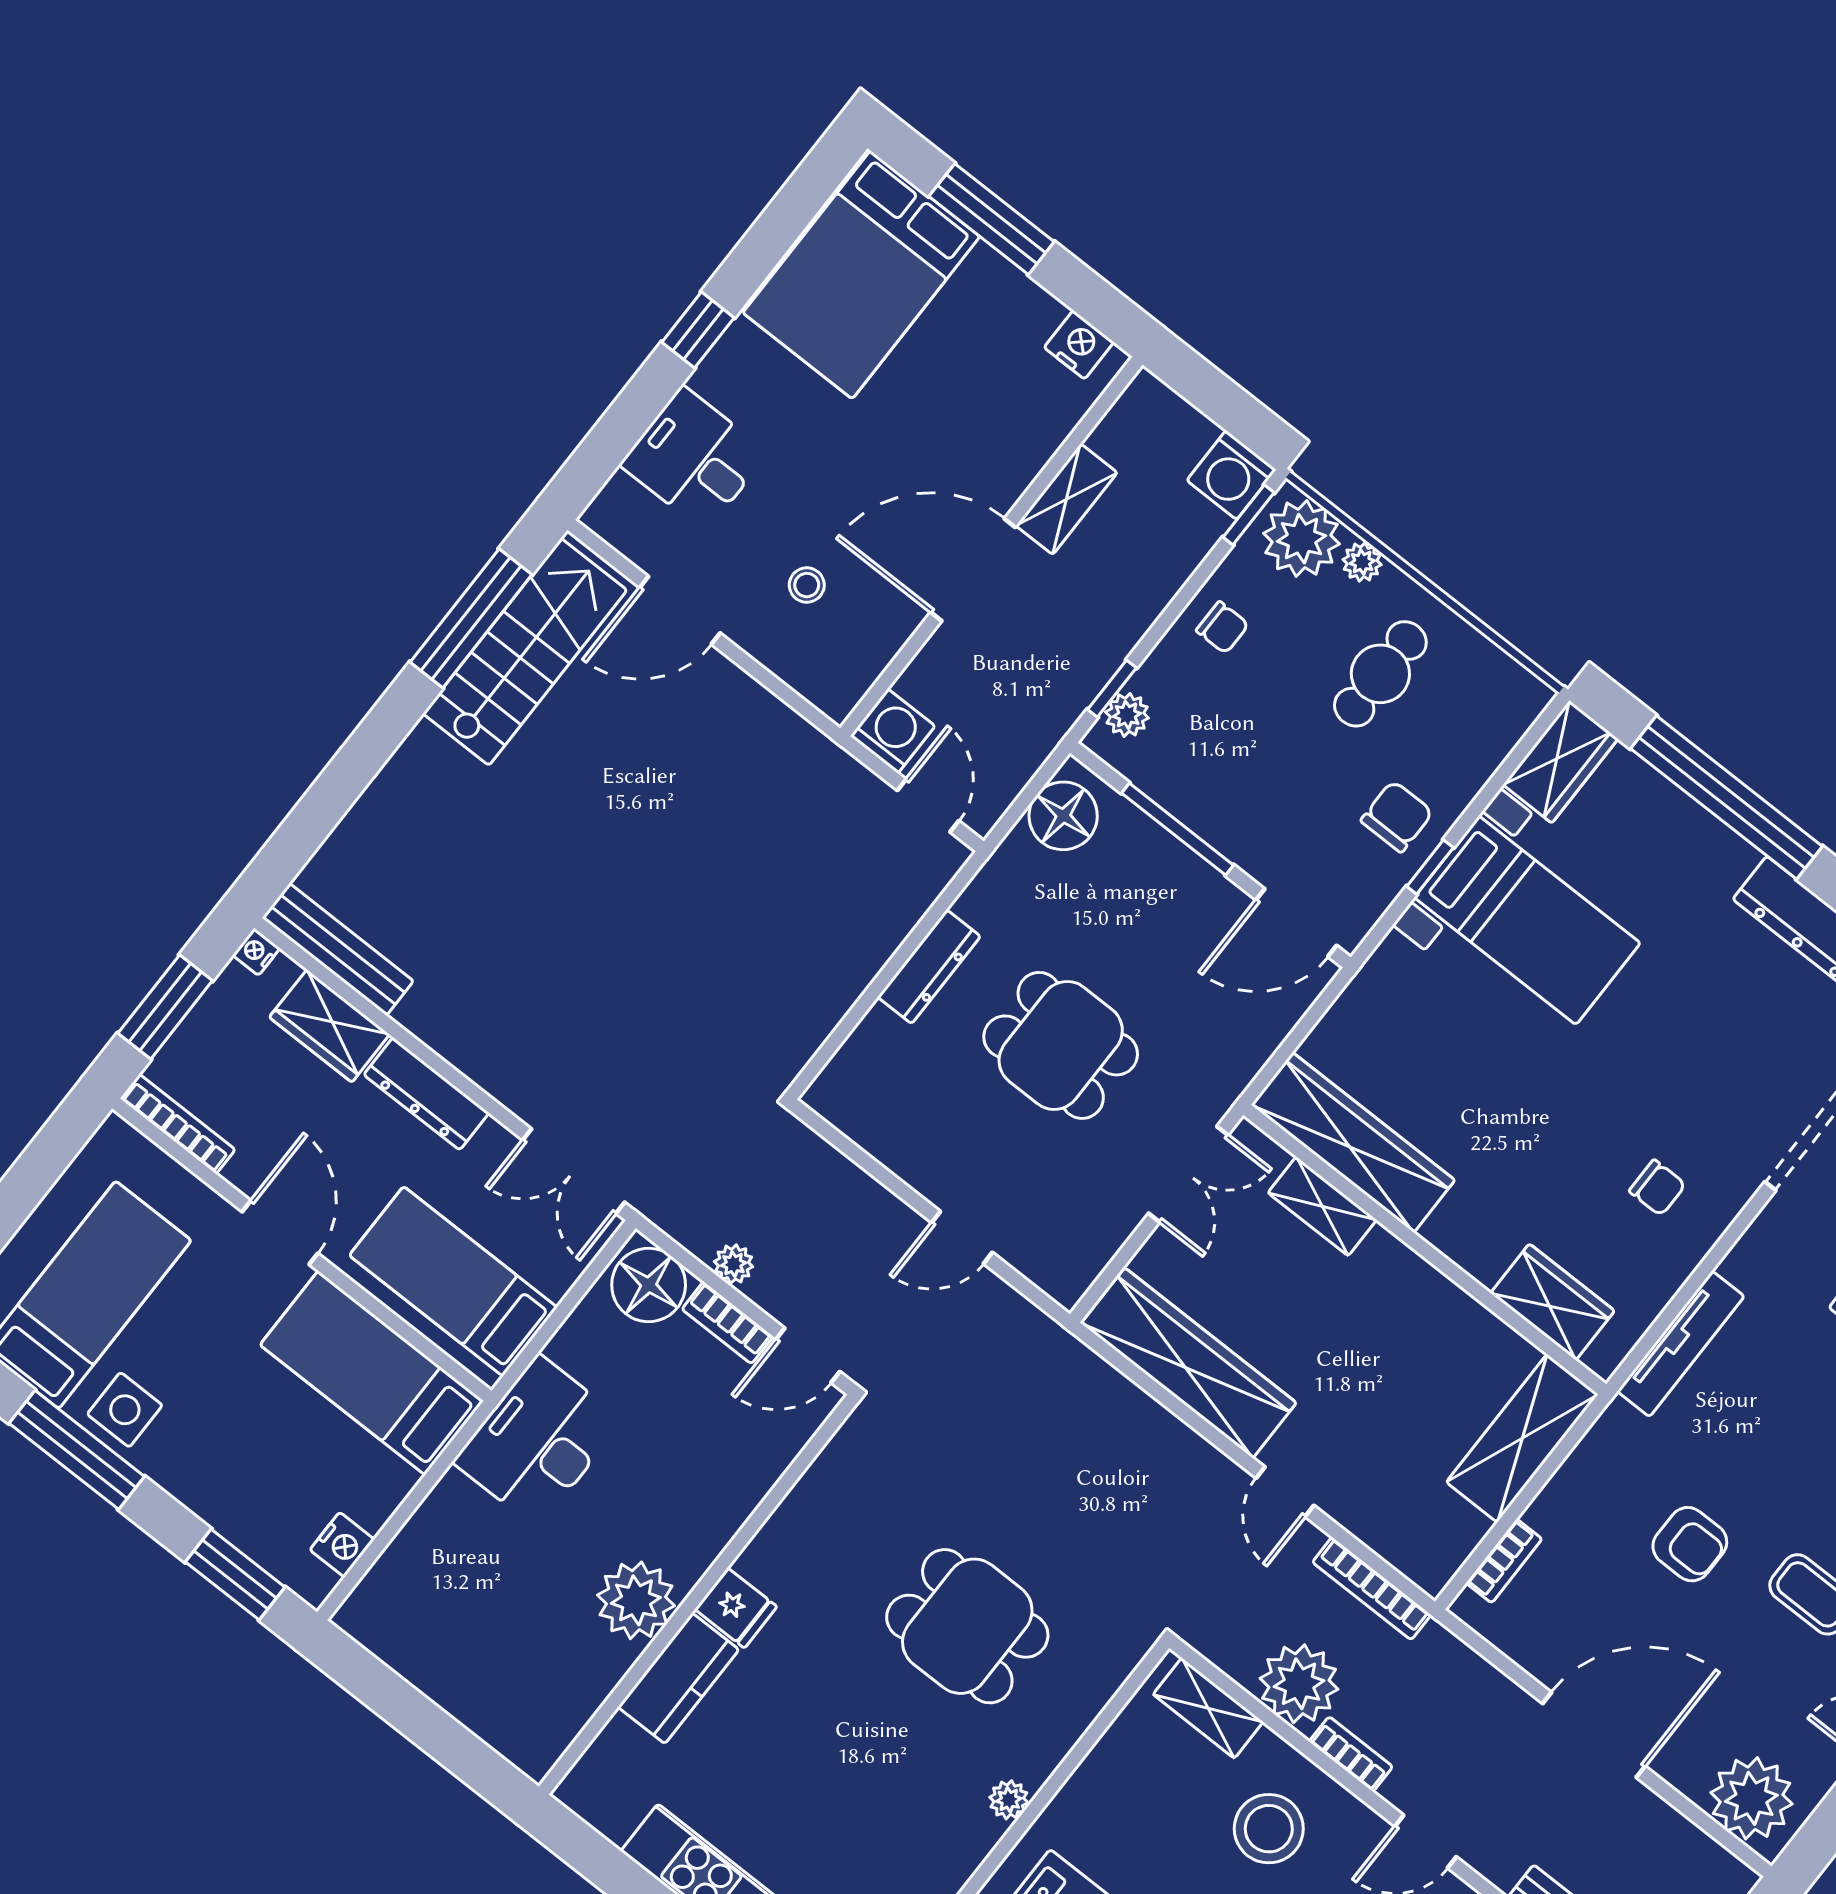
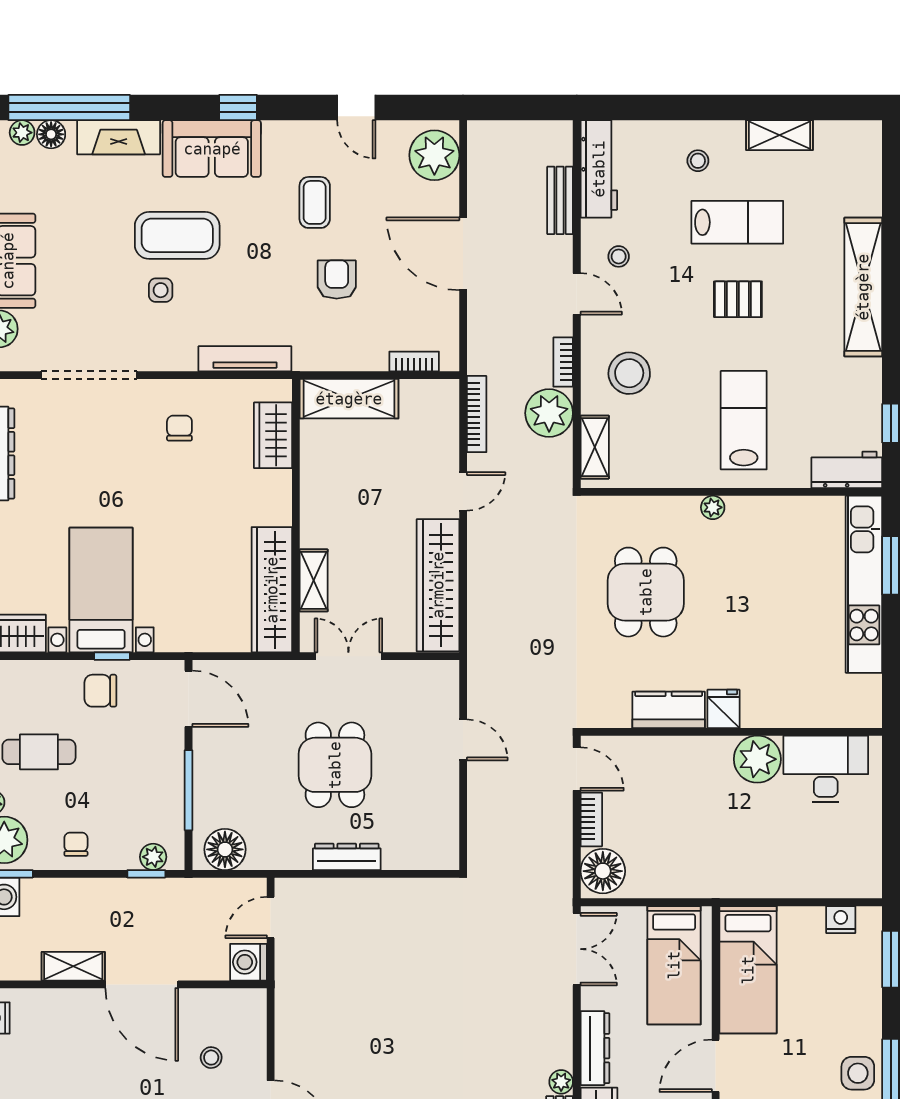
plant: (734, 1264) -> (561, 1082), moved
desk: (538, 1441) -> (826, 769), moved, turned 180
kitchen counter: (678, 1678) -> (669, 710), moved

